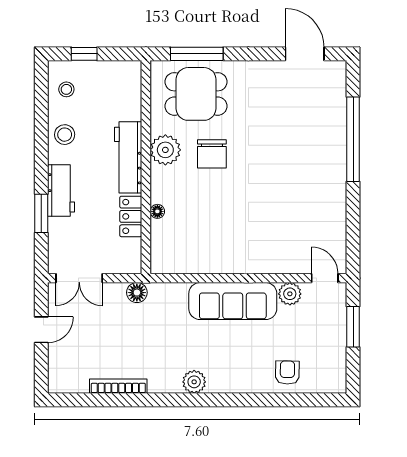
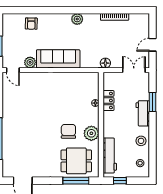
window: (84, 54) -> (120, 181), moved
workbench: (128, 157) -> (110, 155), moved

